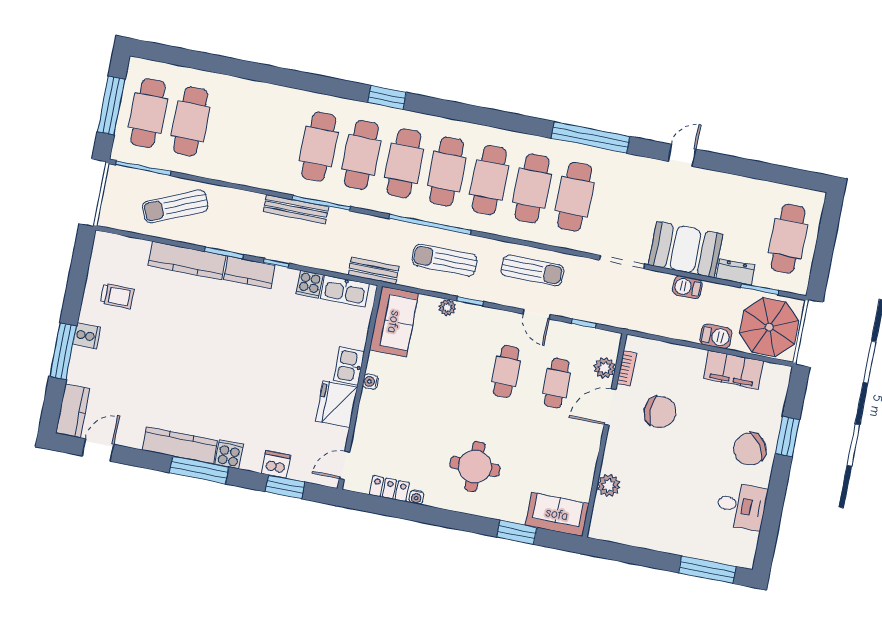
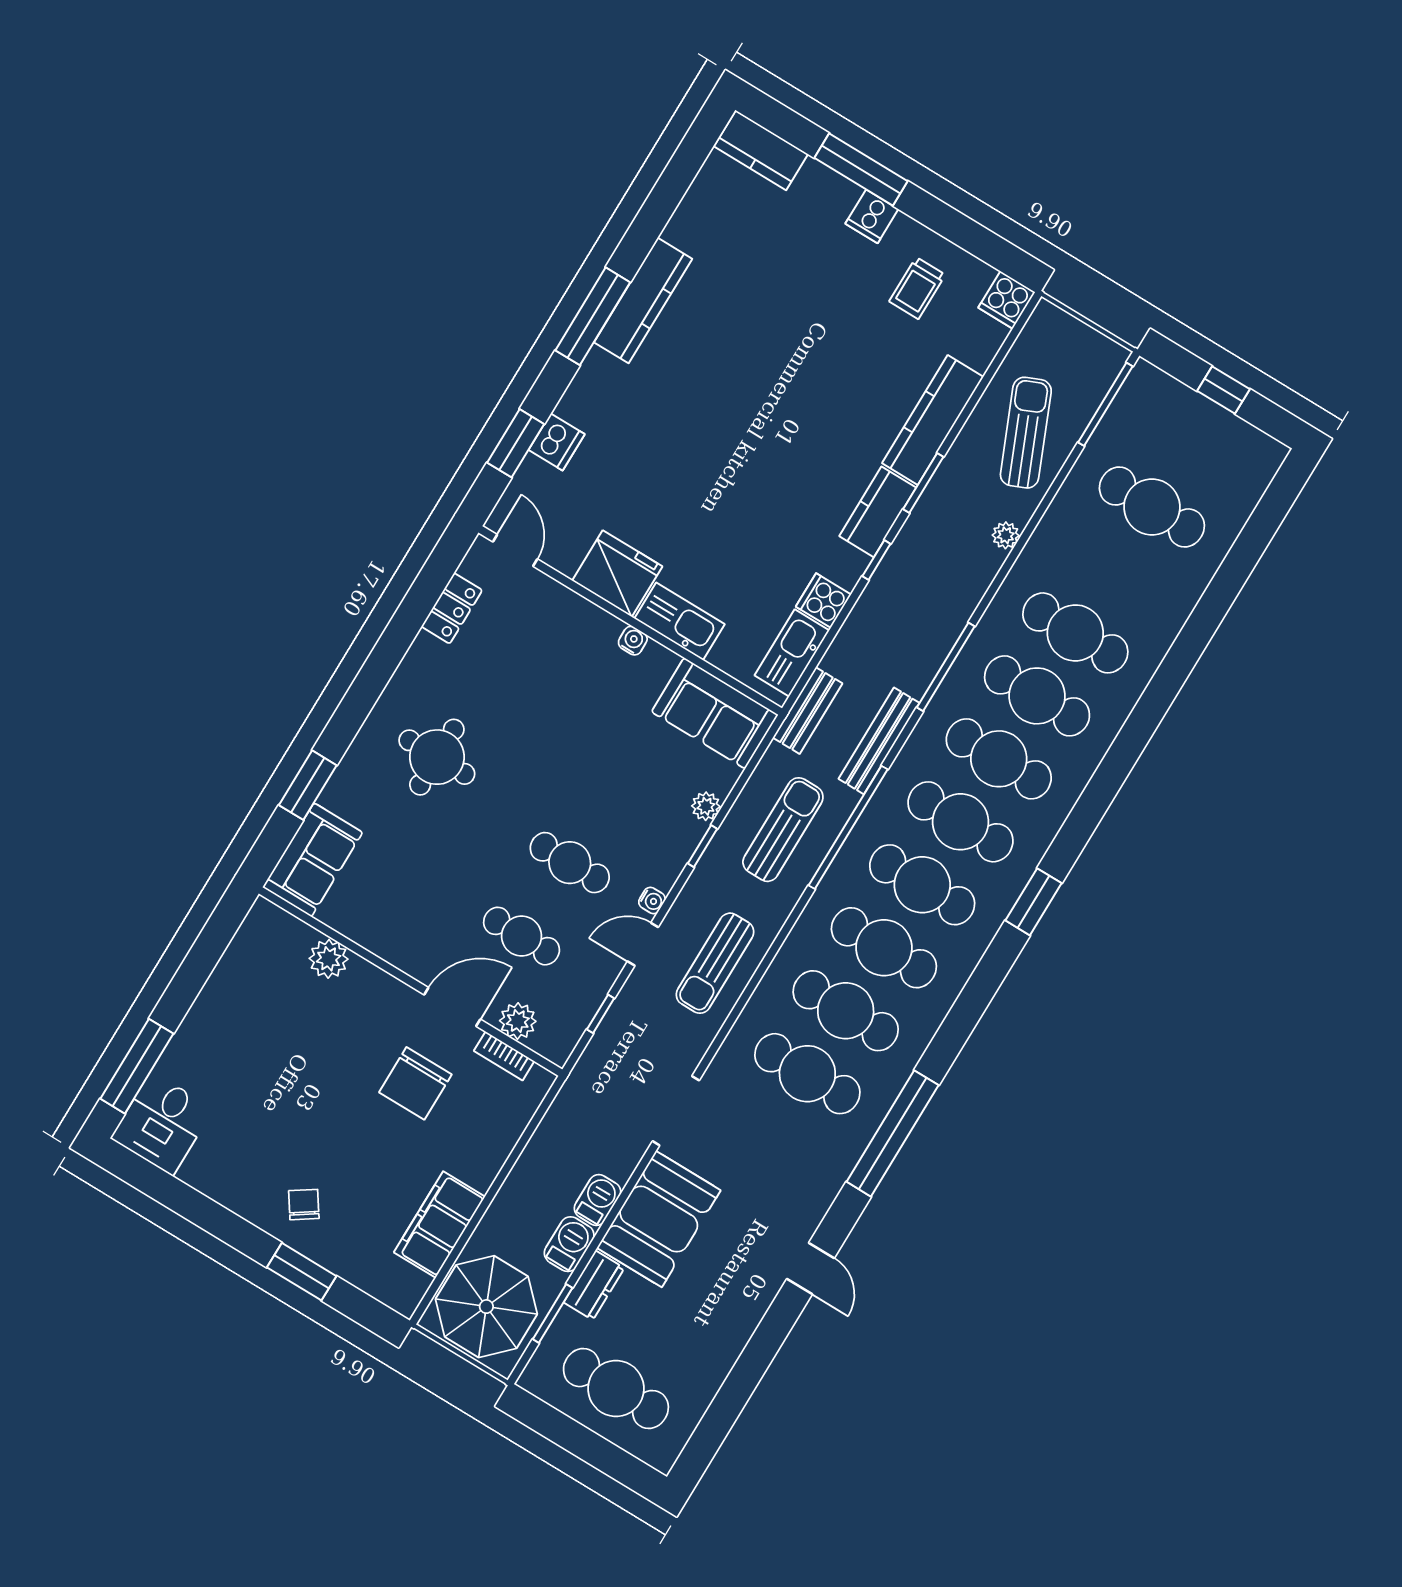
window: (387, 97) -> (1033, 902), moved
window: (111, 106) -> (1224, 390), width x0.46
cafe table: (148, 113) -> (1075, 633), moved
plant: (236, 197) -> (1006, 535), added
bench: (296, 209) -> (879, 741), moved
barbecue: (716, 336) -> (569, 1244), moved, turned 180
kitchen sink: (349, 366) -> (680, 621), width x1.38
door: (610, 407) -> (452, 1007), hinge flipped
chair: (750, 449) -> (304, 1205), width x0.54, depth x0.54
door: (98, 450) -> (683, 167), removed
cooker: (229, 454) -> (1007, 300), moved, turned 90
water cooler: (416, 497) -> (652, 900), moved, turned 180
desk: (741, 506) -> (162, 1124), moved

